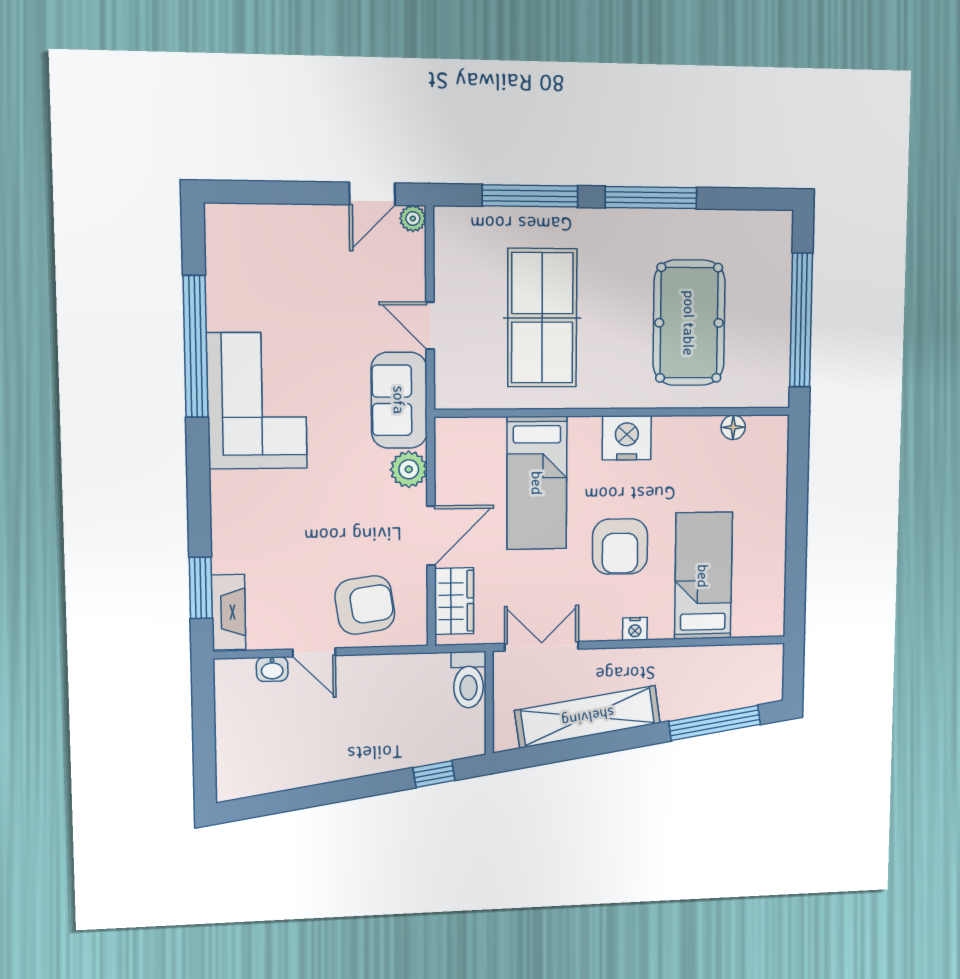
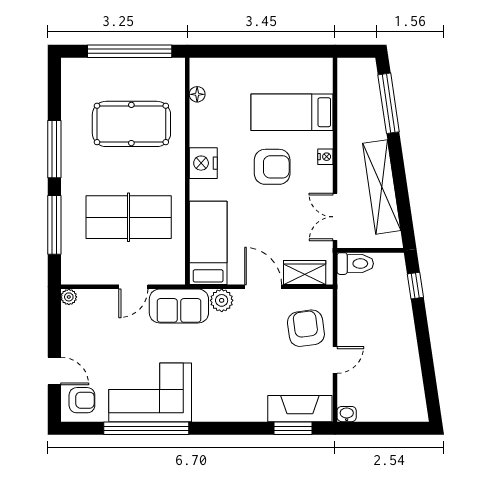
door: (372, 194) -> (54, 371), moved
armchair: (241, 239) -> (82, 400), added
corner sofa: (257, 401) -> (150, 392), moved
bed: (537, 483) -> (208, 243), moved, turned -90
fireplace: (228, 612) -> (300, 409), width x1.37, depth x1.32
washbasin: (272, 669) -> (347, 414), moved, turned -90

